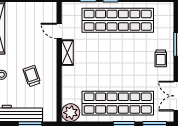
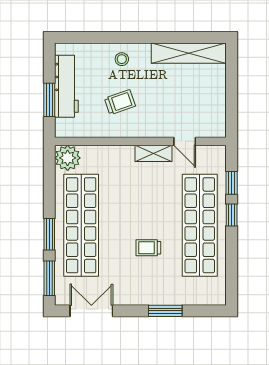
door: (59, 31) -> (185, 141), swing flipped
trolley: (161, 58) -> (148, 248), moved

